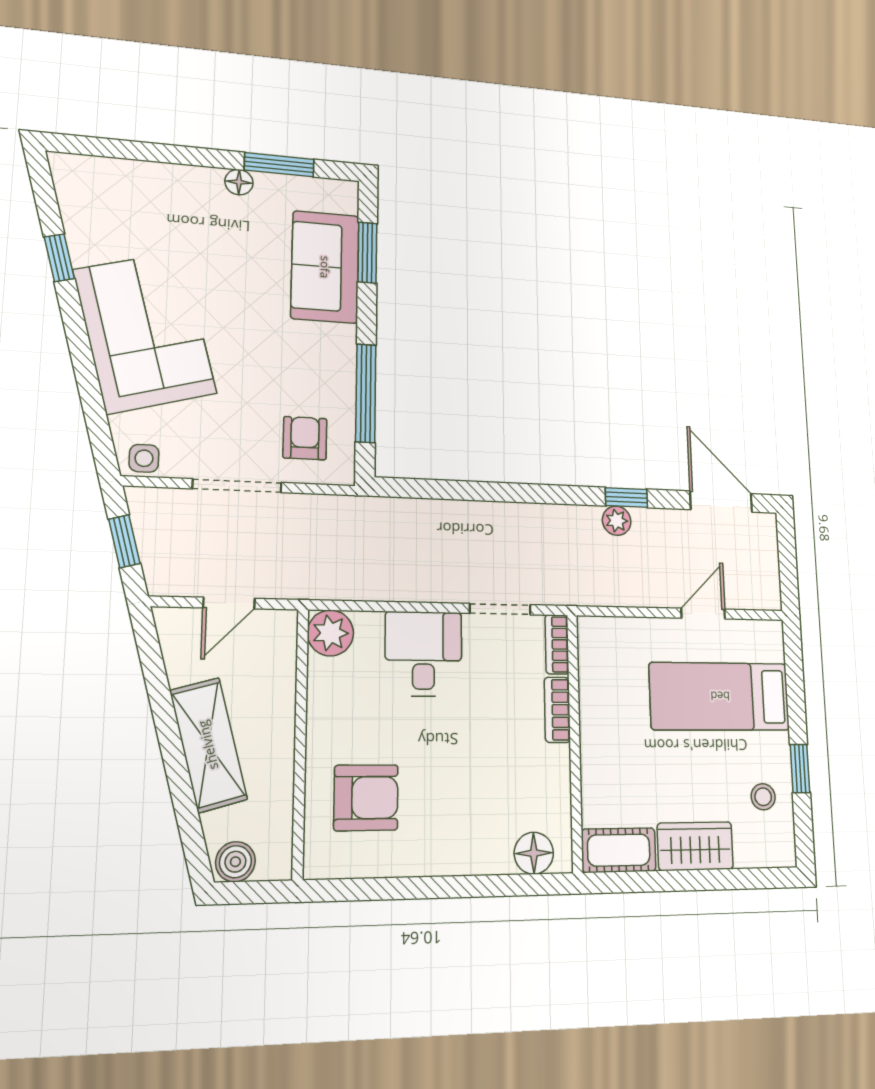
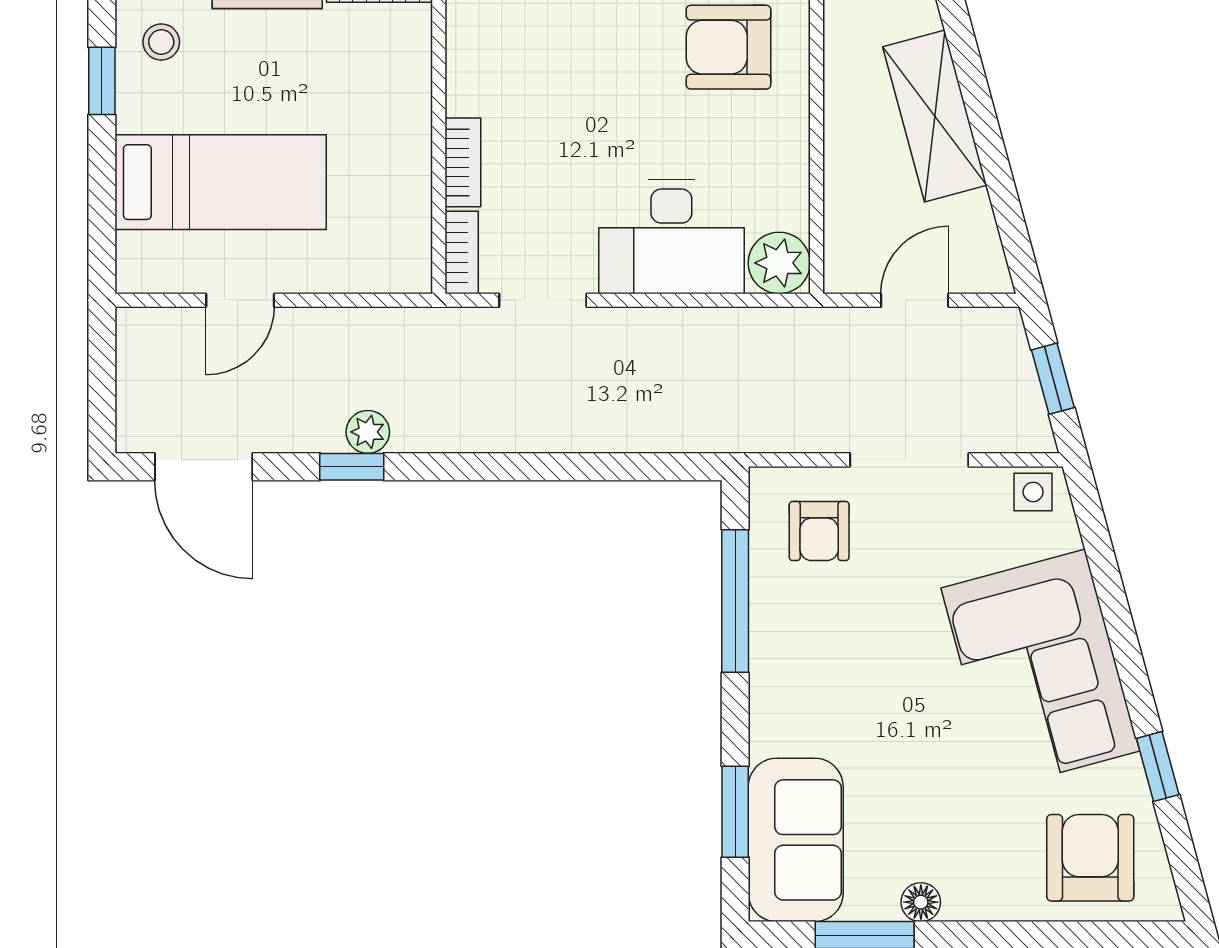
armchair: (114, 200) -> (1090, 858), added
sofa: (325, 267) -> (796, 840), moved
desk: (423, 654) -> (671, 237), width x1.37

